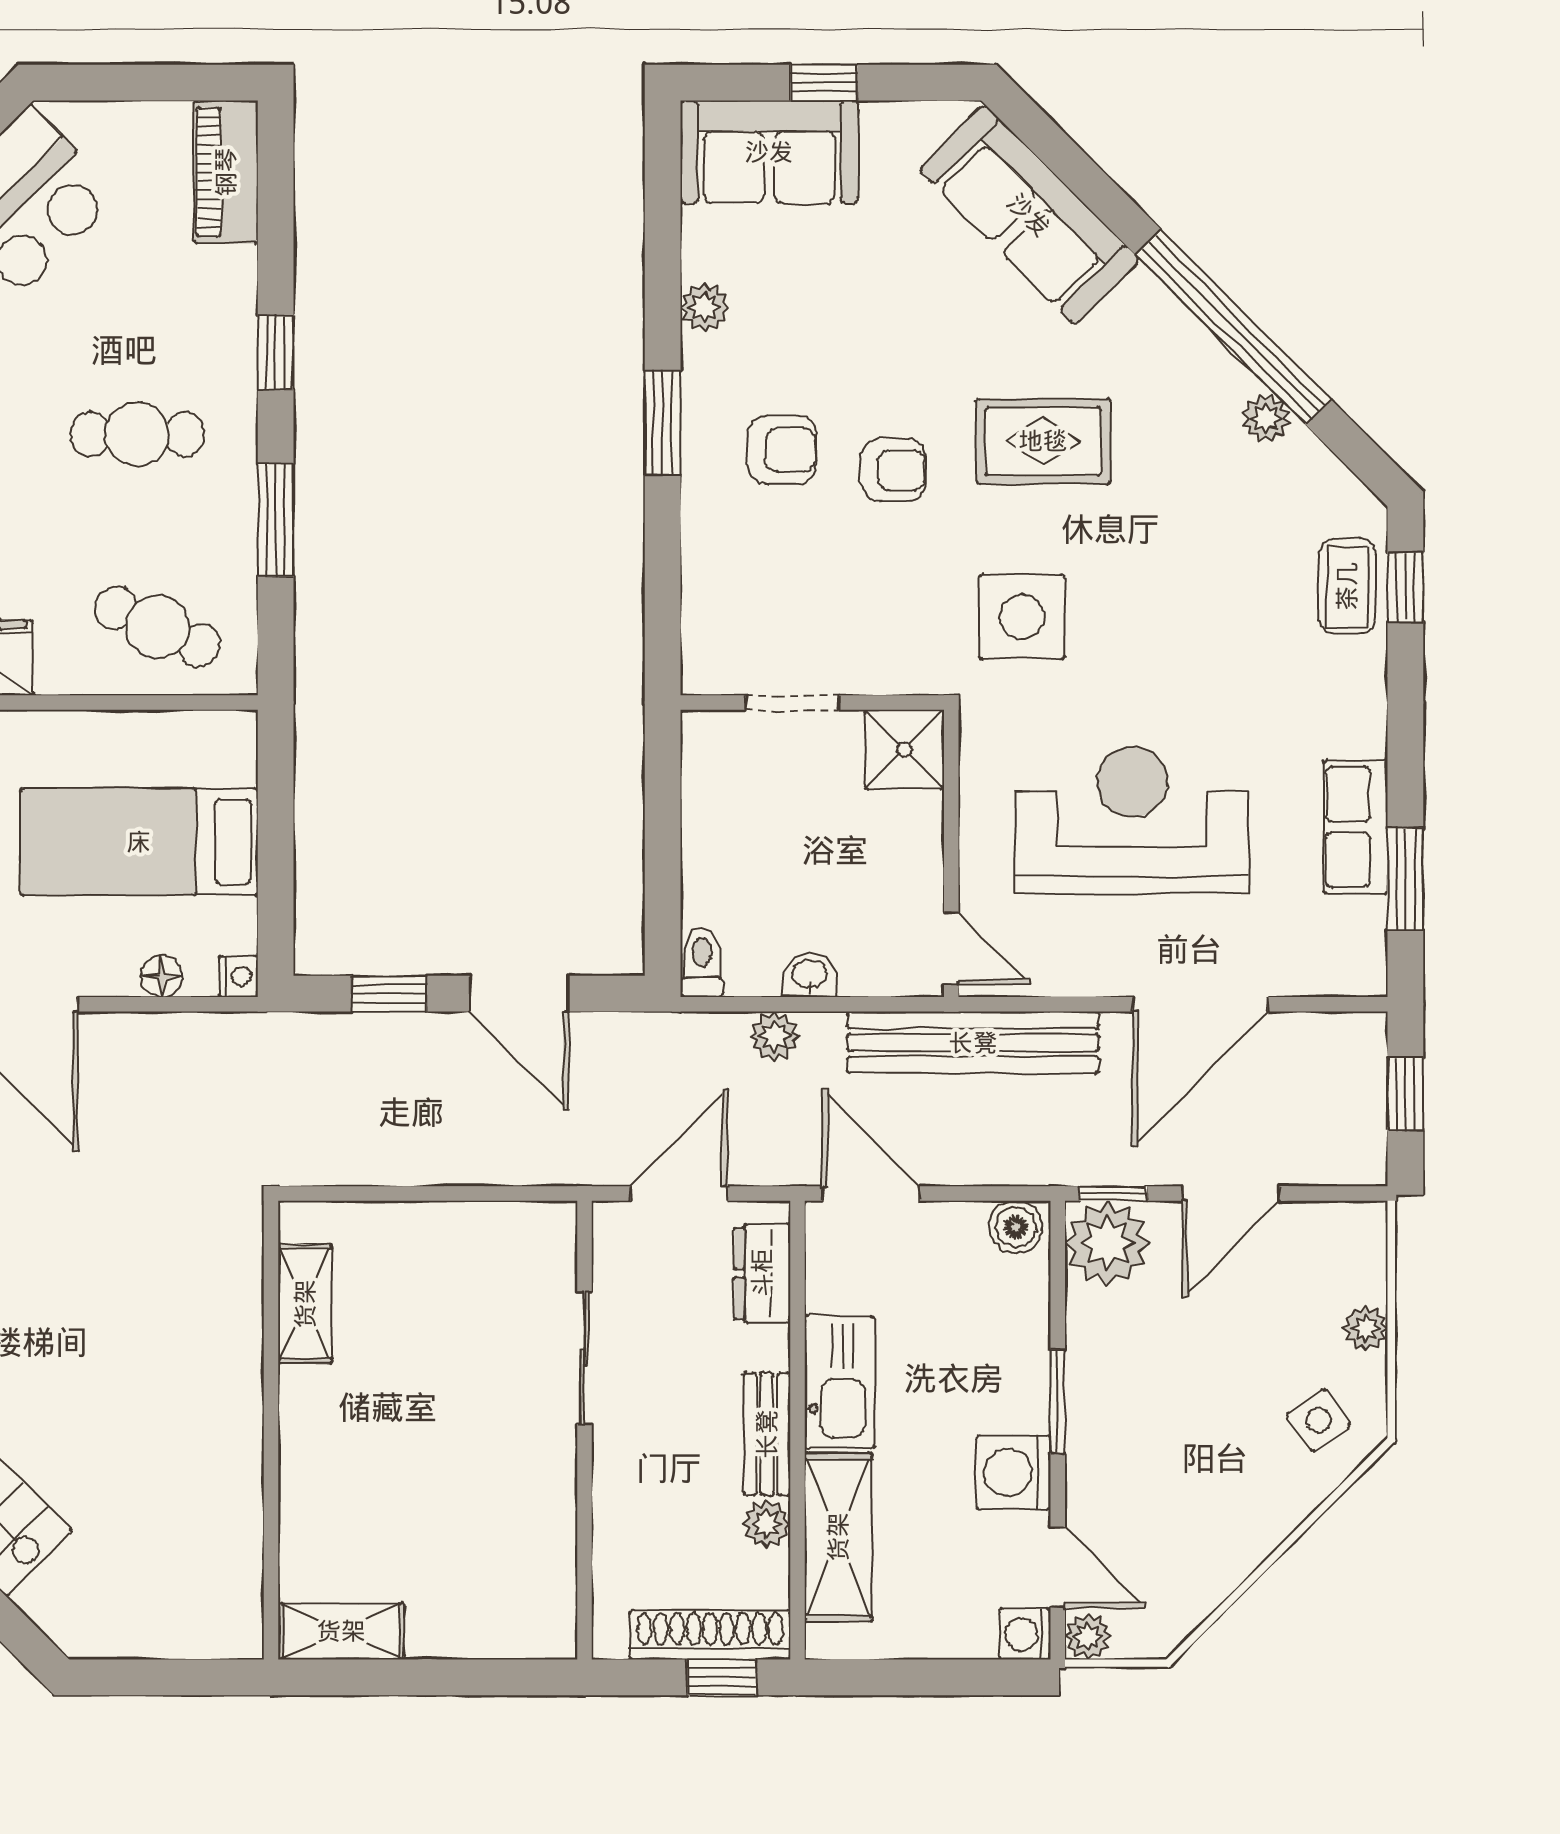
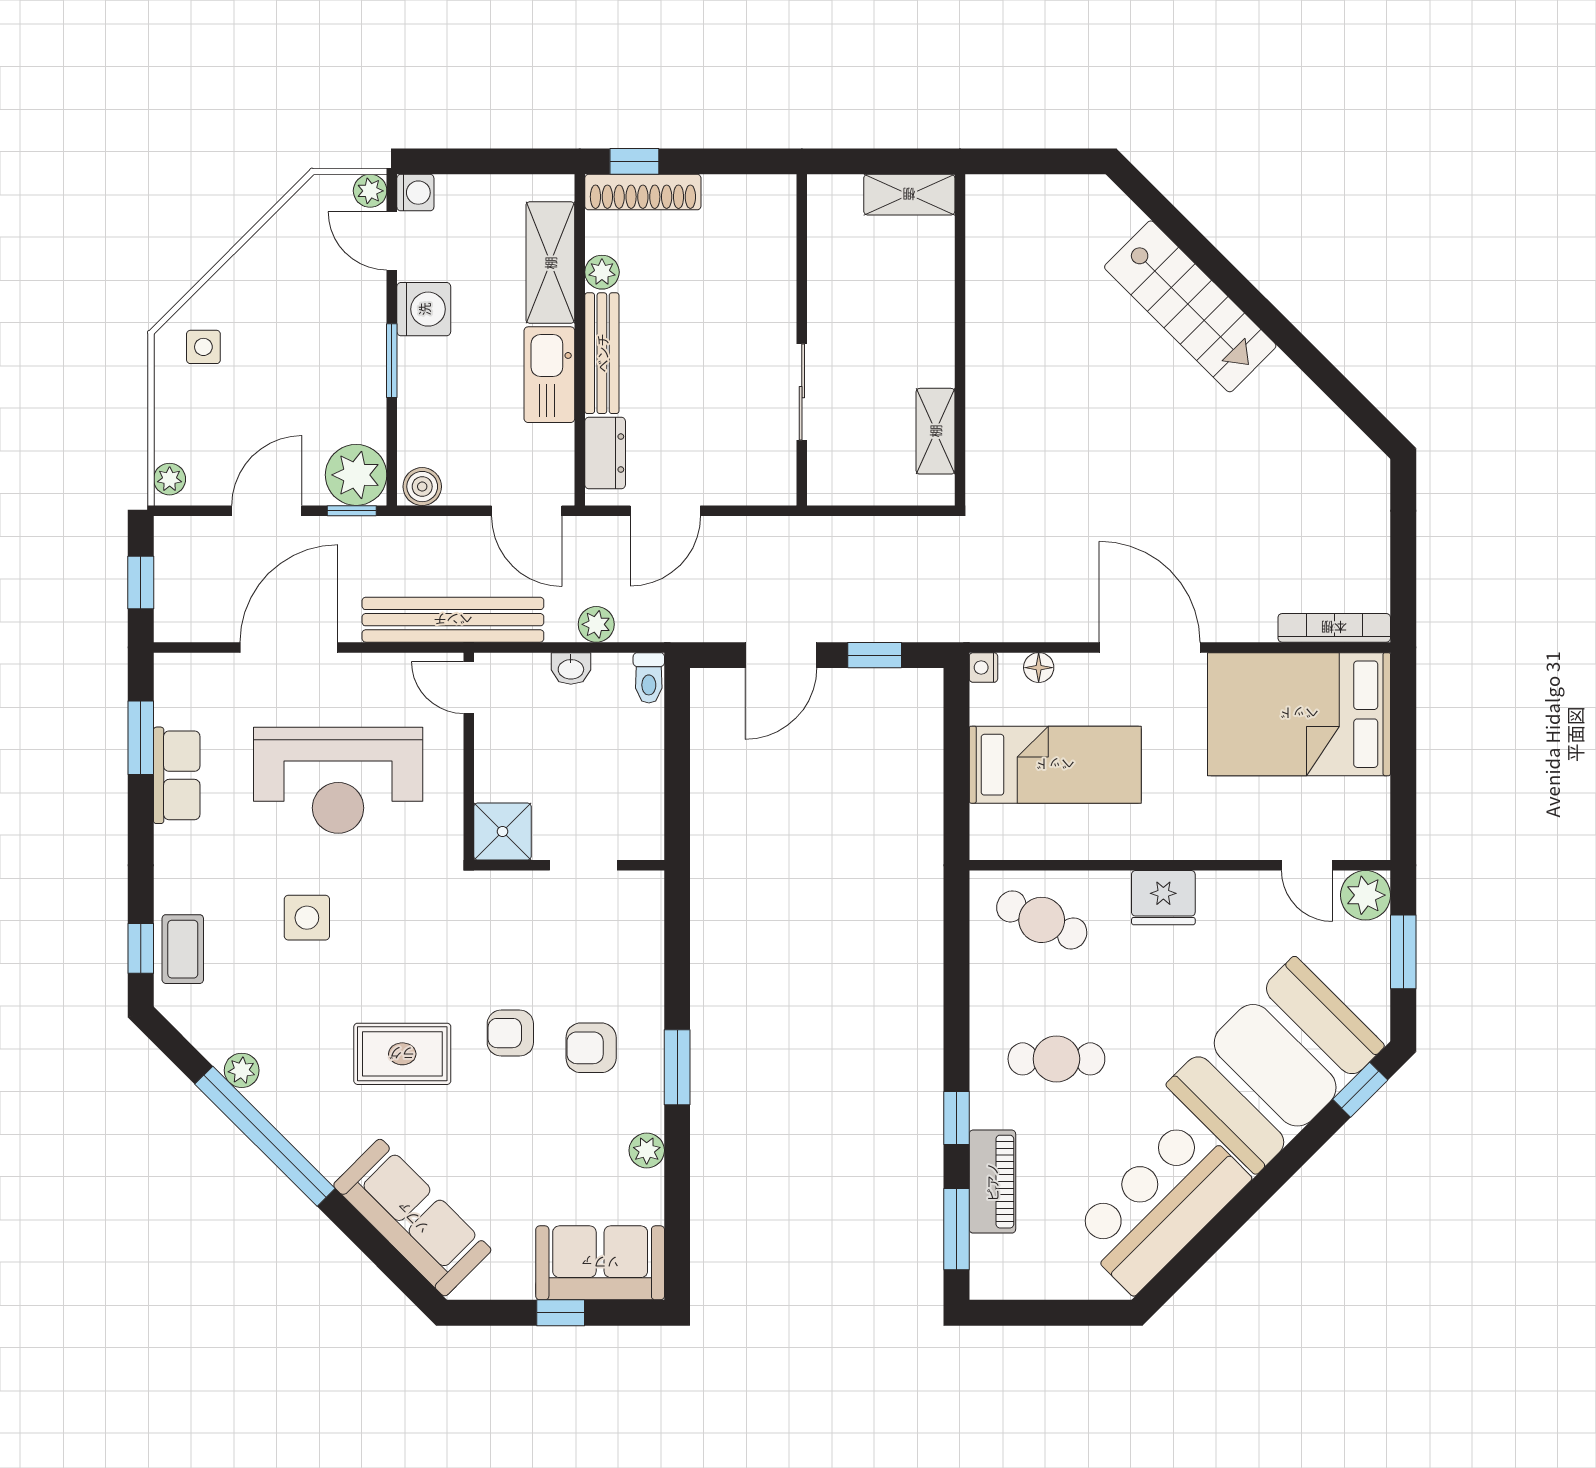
piano: (226, 172) -> (992, 1182), moved
window: (276, 520) -> (956, 1229), moved
side table: (1022, 617) -> (307, 918), moved, width x0.73, depth x0.73
door: (519, 994) -> (781, 655), swing flipped
plant: (1366, 1329) -> (170, 479), moved
sliding door: (584, 1358) -> (802, 392), moved
side table: (1319, 1420) -> (203, 347), turned 35
wall: (584, 1430) -> (802, 340), moved
bench: (767, 1434) -> (602, 353), width x1.36

